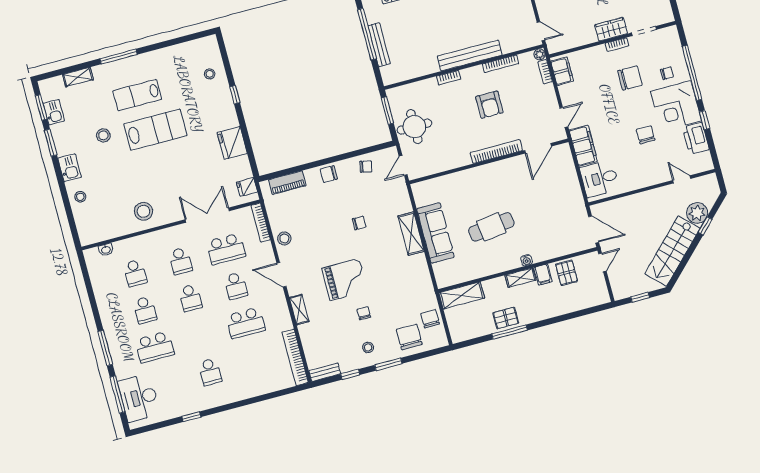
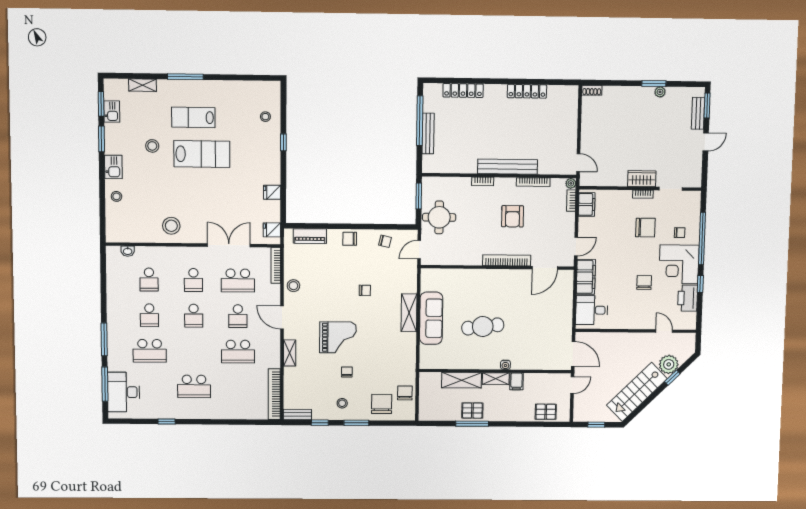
fridge: (232, 143) -> (272, 192), width x0.53, depth x0.75
pallet: (567, 273) -> (546, 412), moved, turned 90
shelving: (462, 295) -> (462, 380), moved
school desk: (210, 372) -> (194, 386), width x1.85

